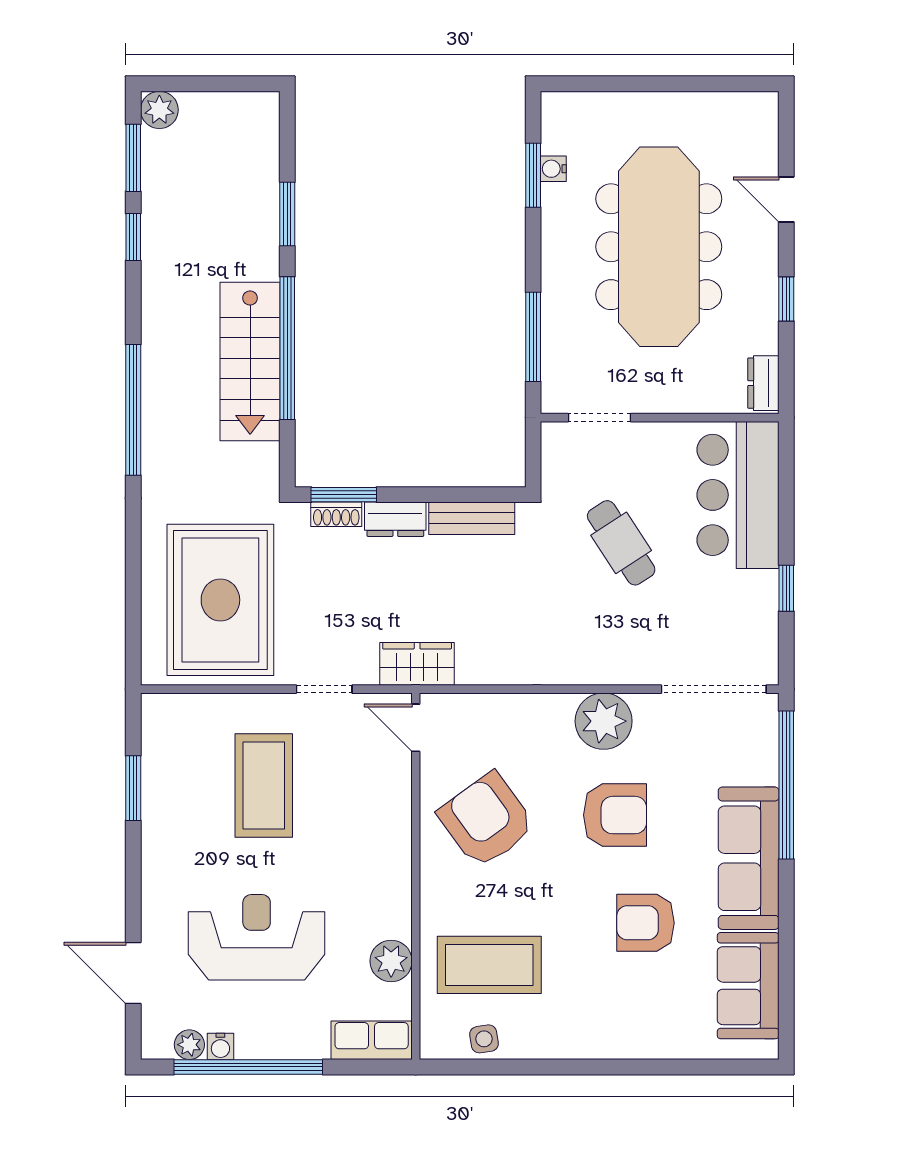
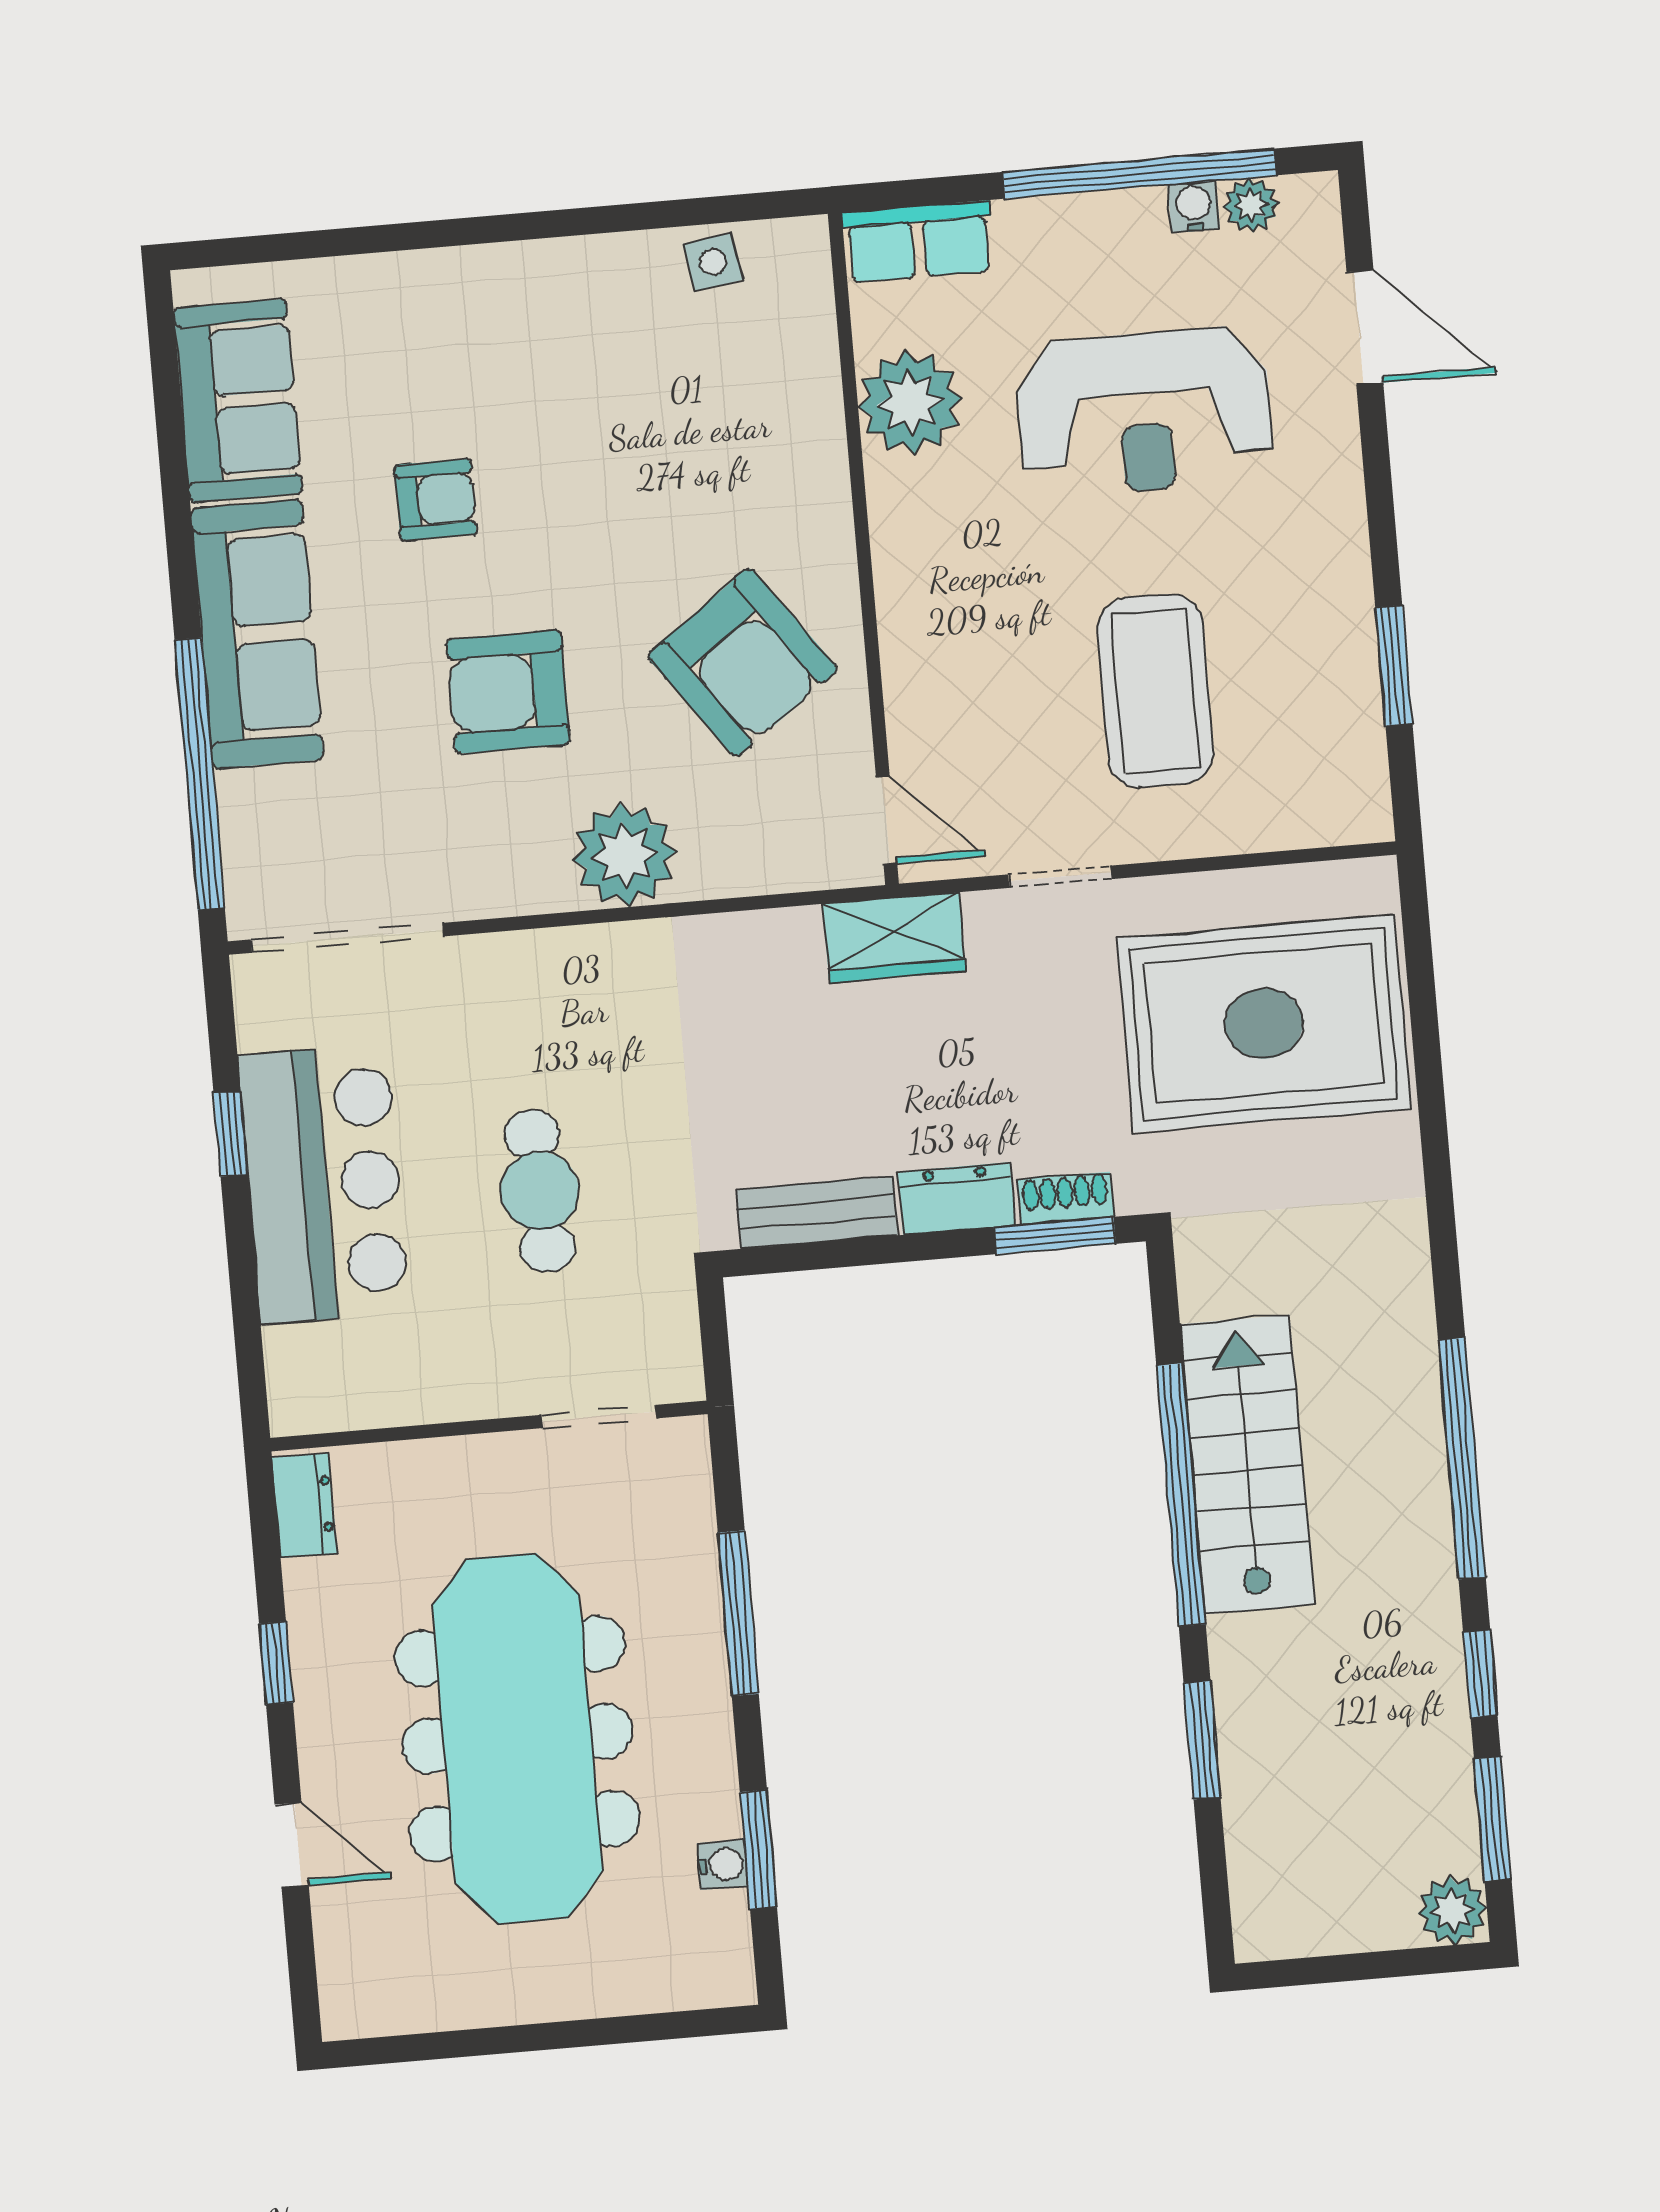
window: (533, 337) -> (738, 1613), moved
window: (133, 410) -> (1462, 1459), moved
bar counter: (738, 495) -> (324, 1184), moved
cafe table: (621, 543) -> (540, 1191), turned 30
rug: (220, 600) -> (1264, 1023), turned 90
plant: (604, 721) -> (624, 855), moved
armchair: (646, 923) -> (436, 500), width x0.72, depth x0.72
plant: (391, 961) -> (910, 403), width x1.36, depth x1.36
coffee table: (489, 965) -> (715, 398), removed

